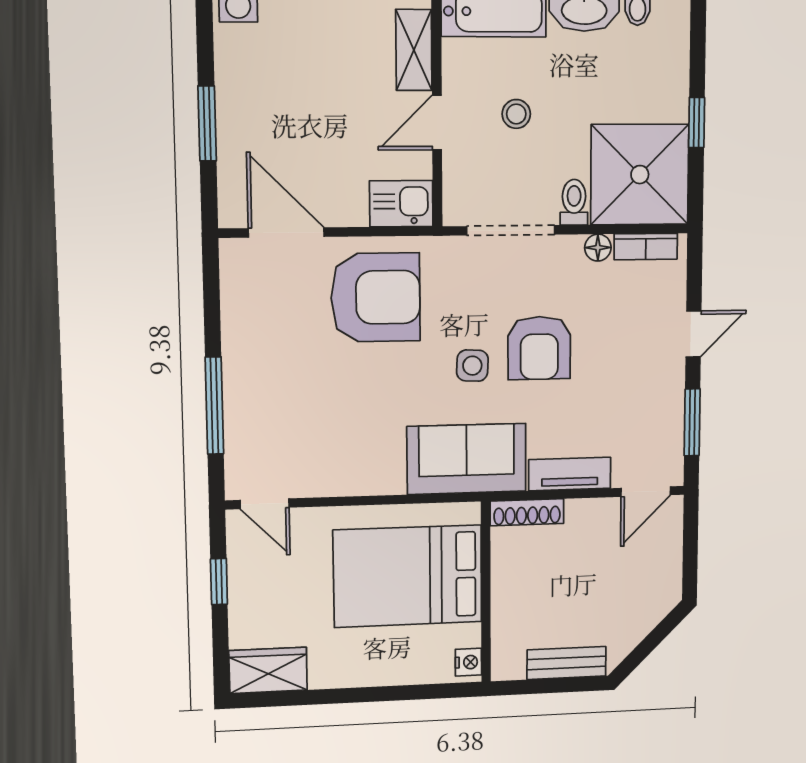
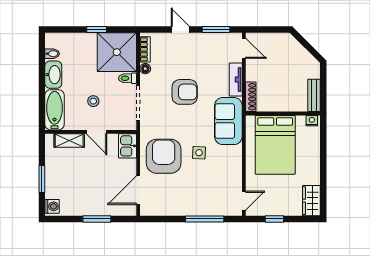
side table: (472, 366) -> (199, 153), moved
bench: (566, 663) -> (314, 95), moved

